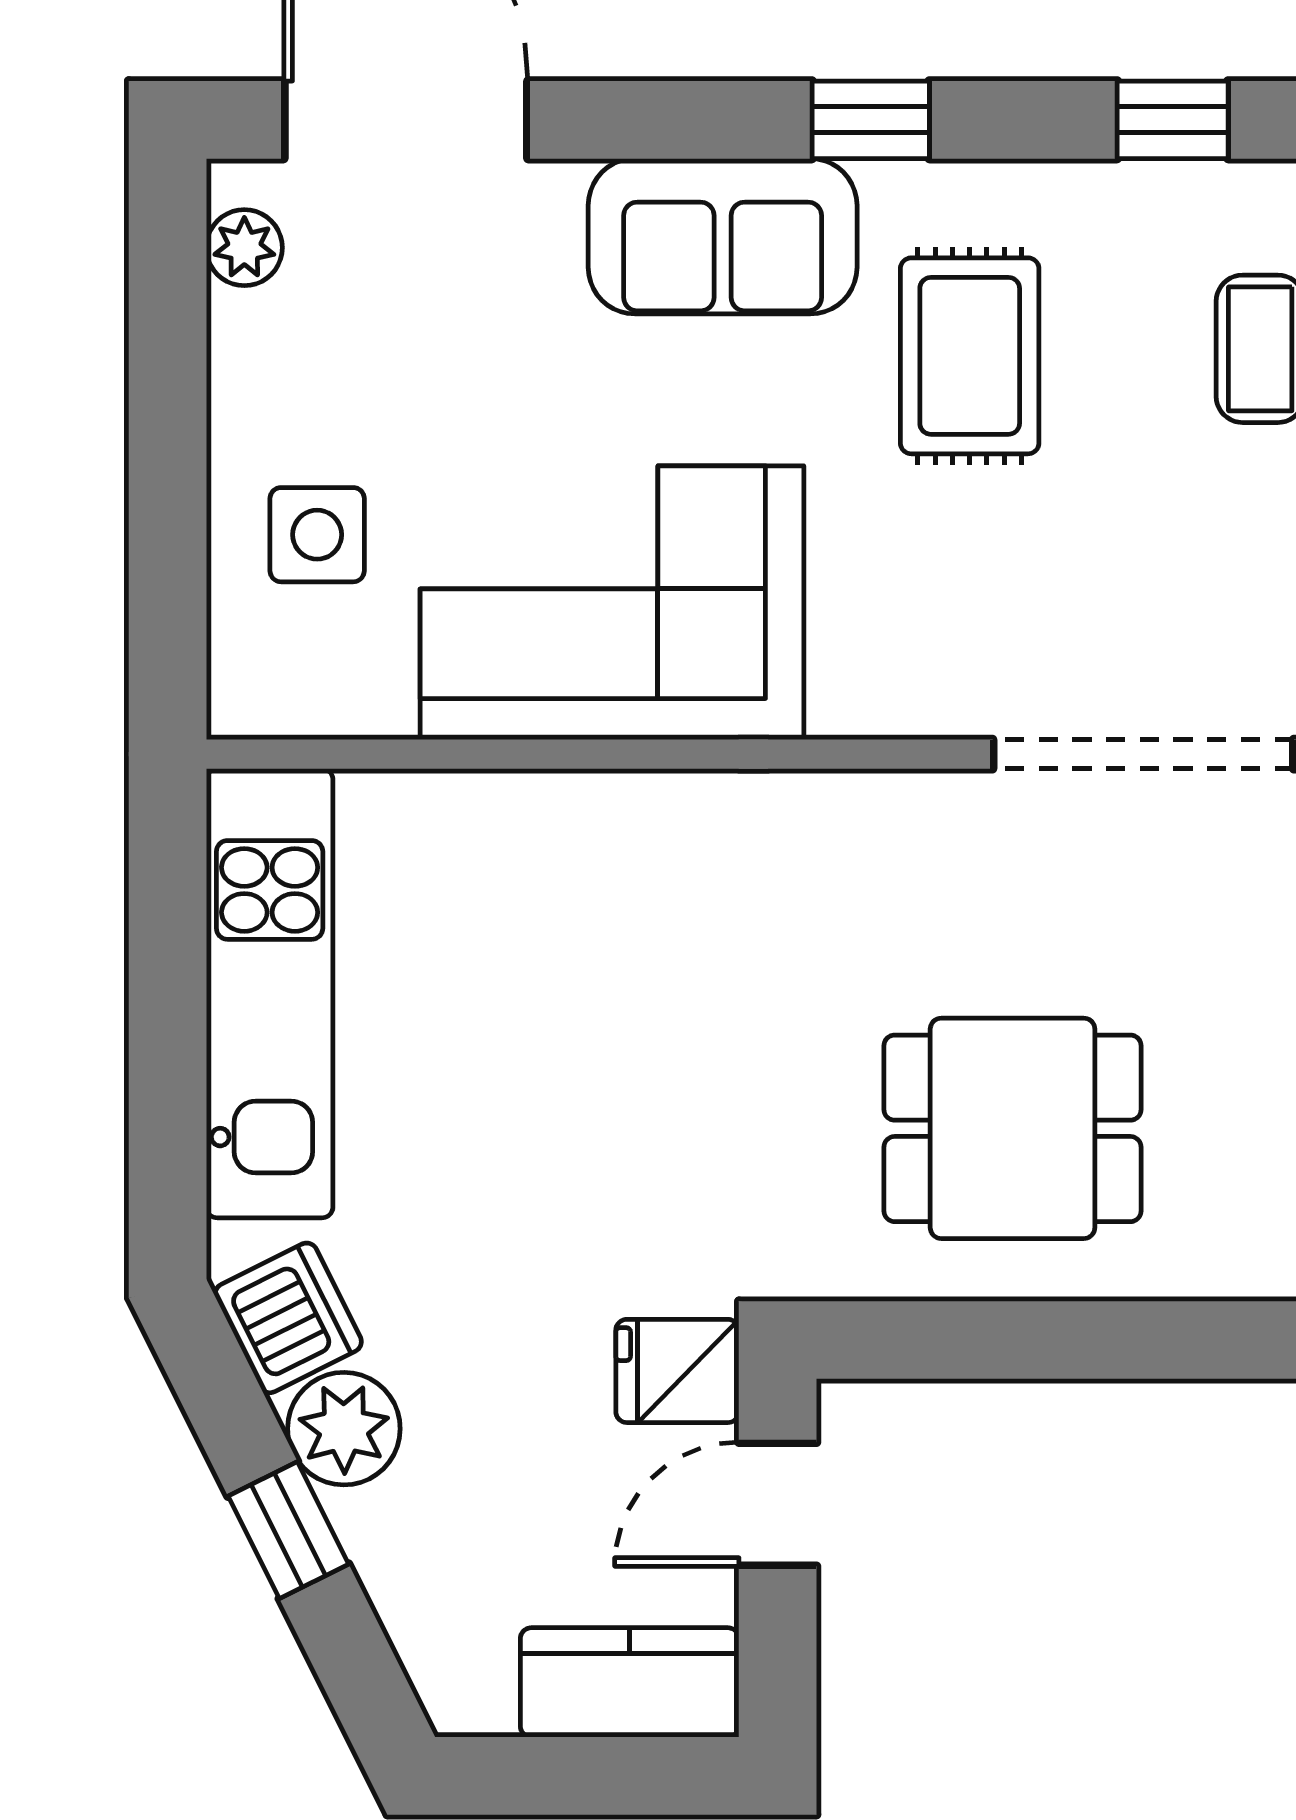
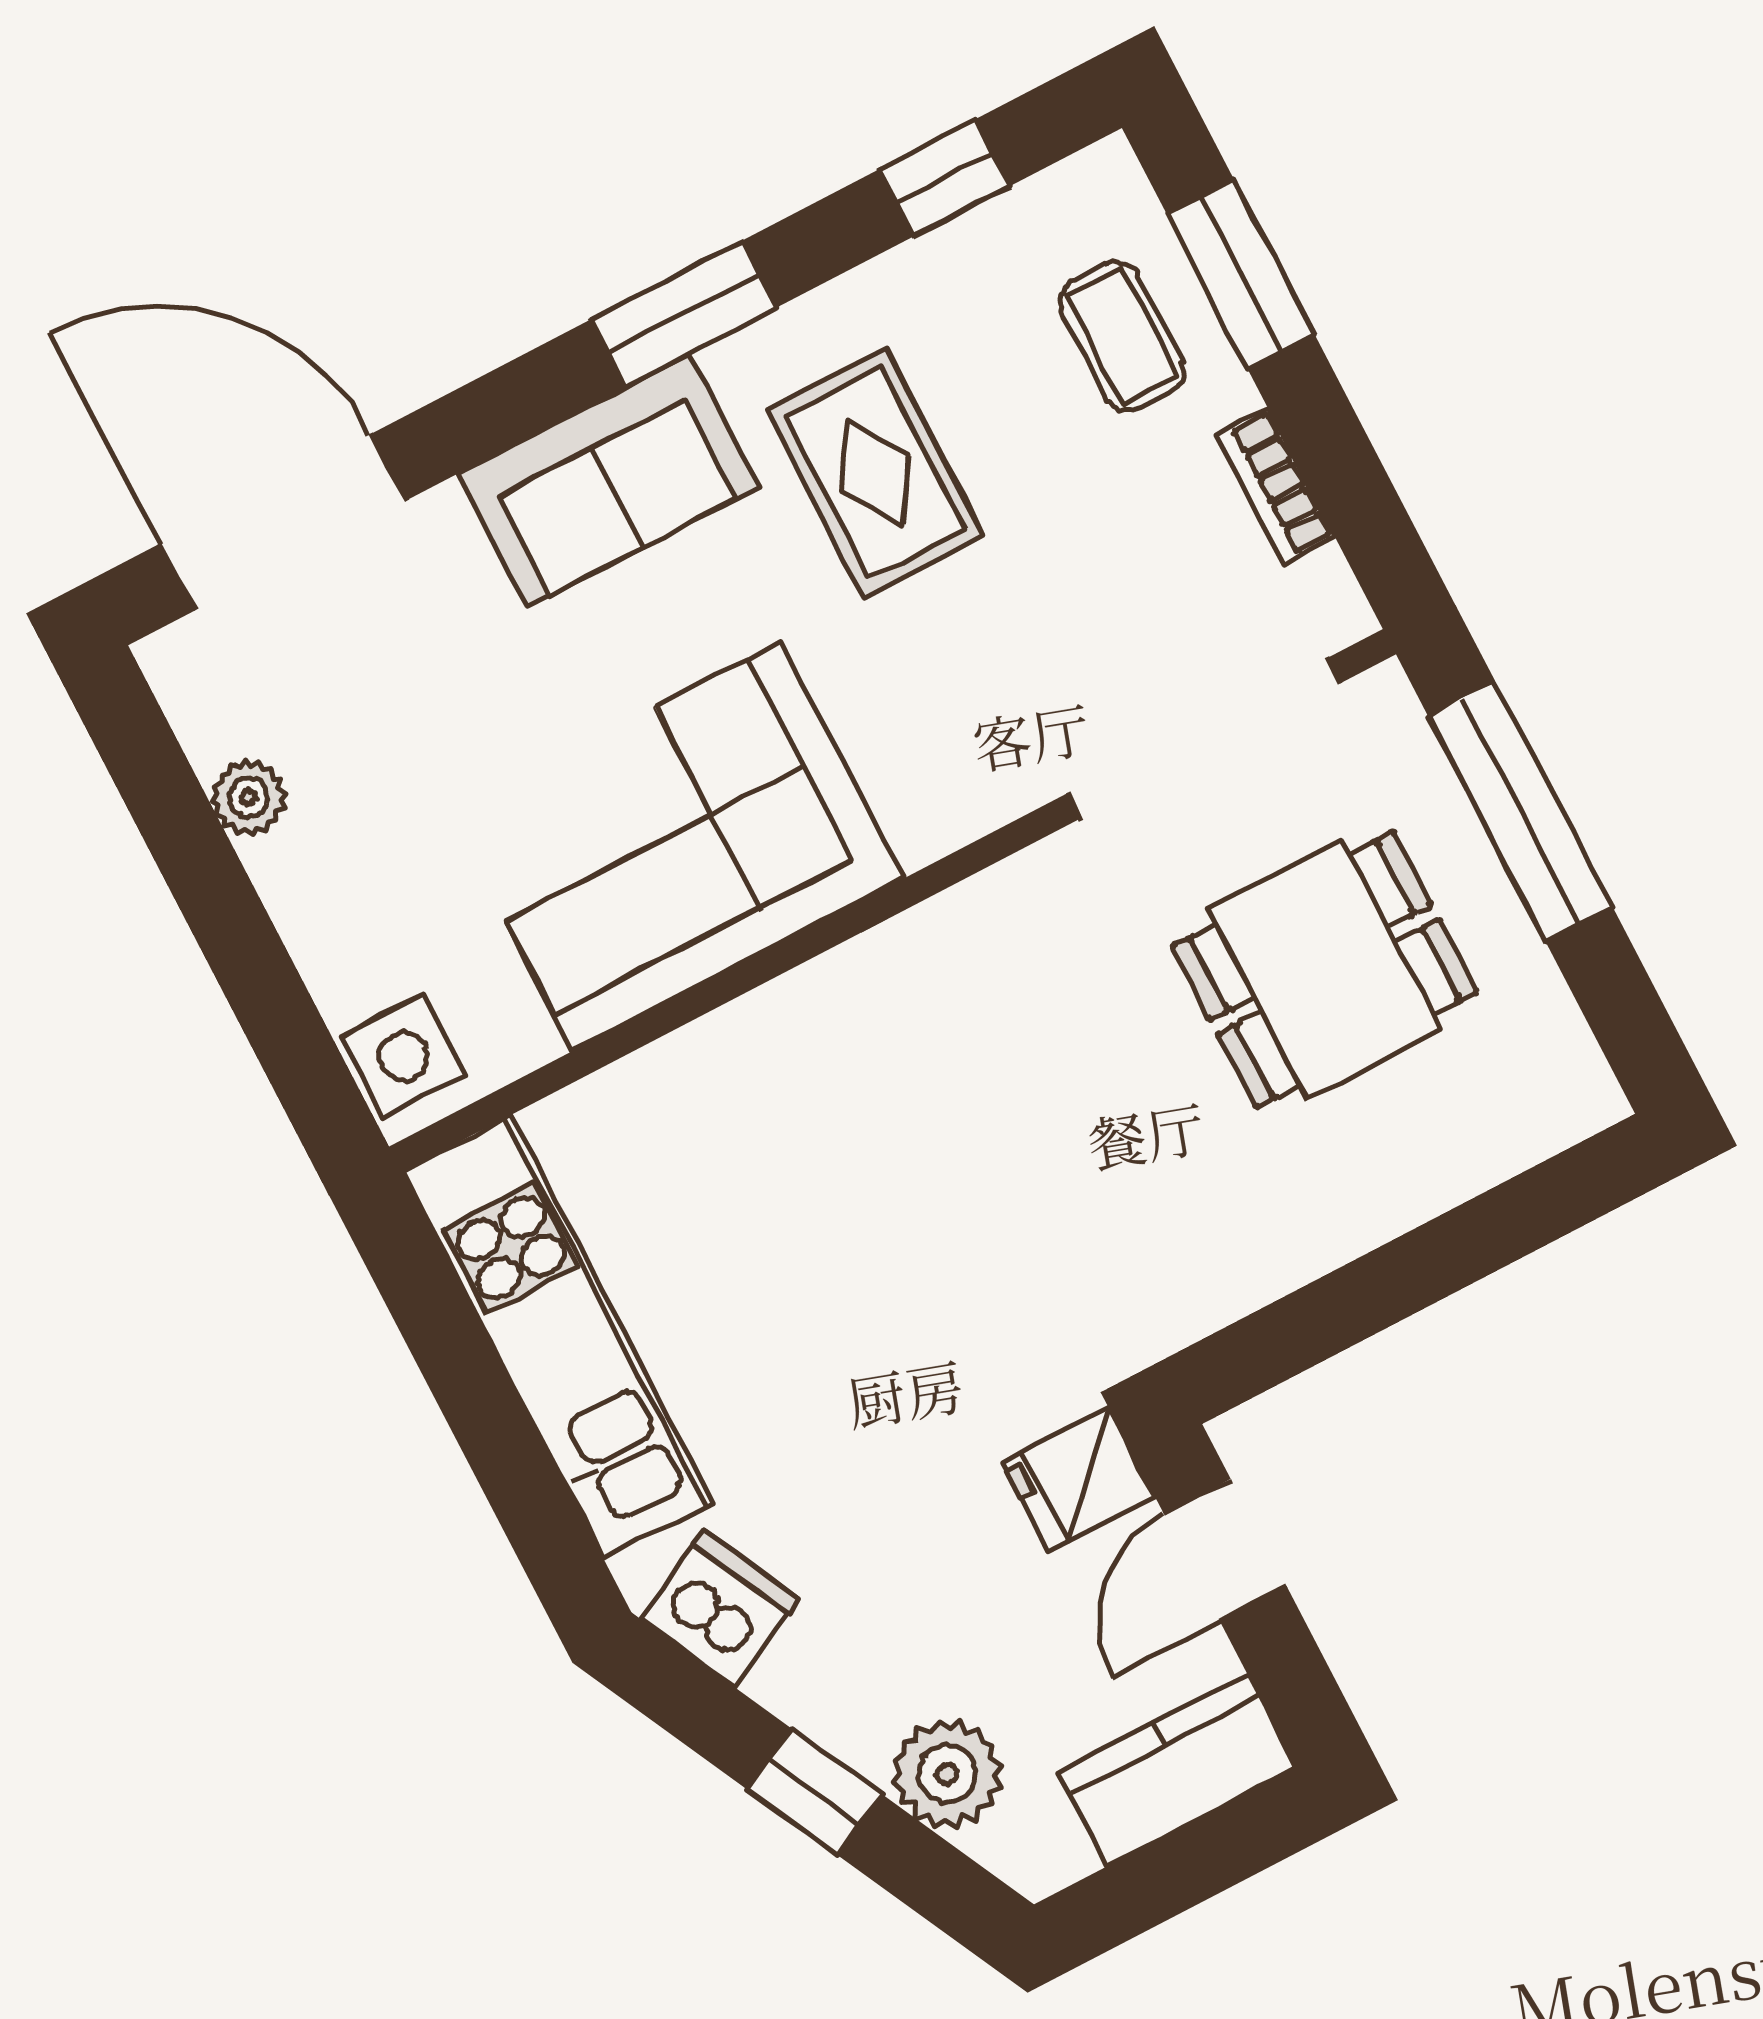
window: (871, 120) -> (684, 314), width x1.50
plant: (244, 248) -> (249, 798), moved
side table: (317, 535) -> (403, 1056), moved
dining table: (1013, 1128) -> (1325, 969), moved
plant: (344, 1429) -> (947, 1774), moved

